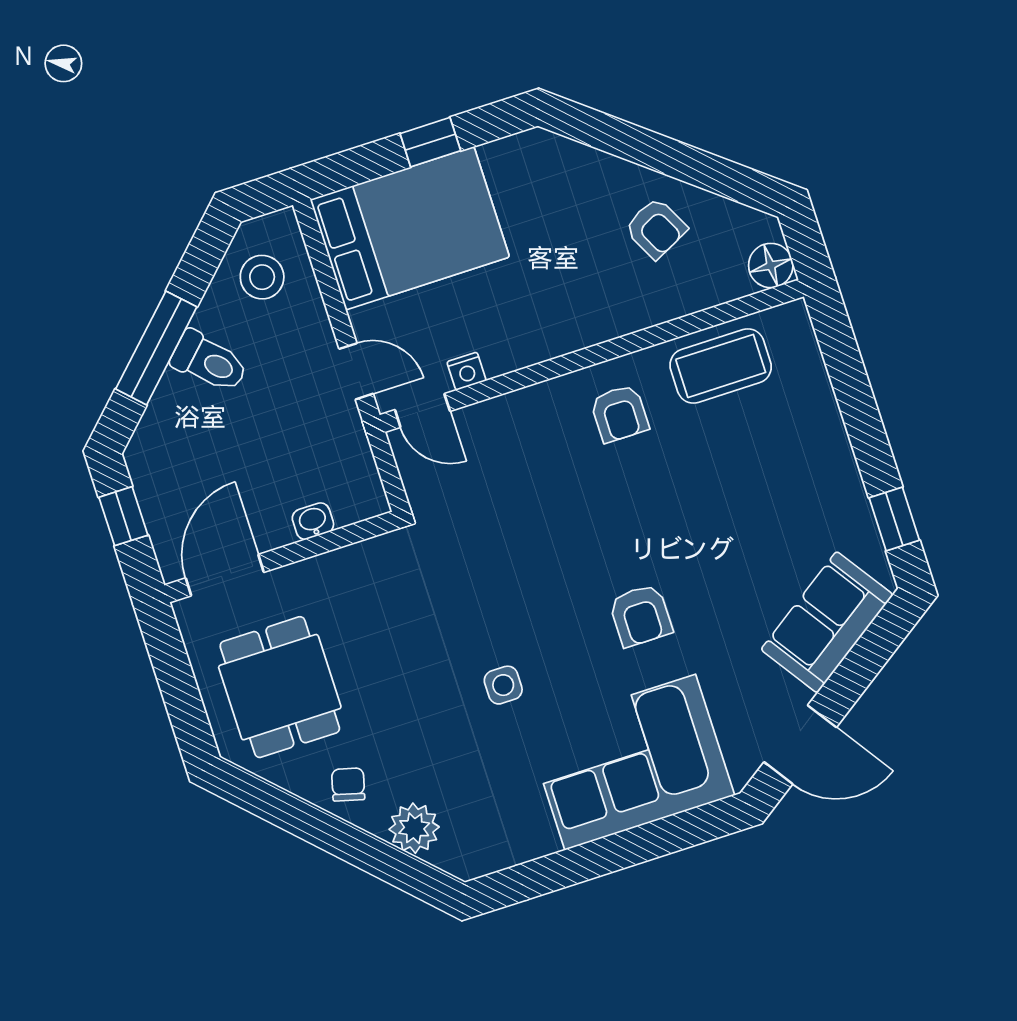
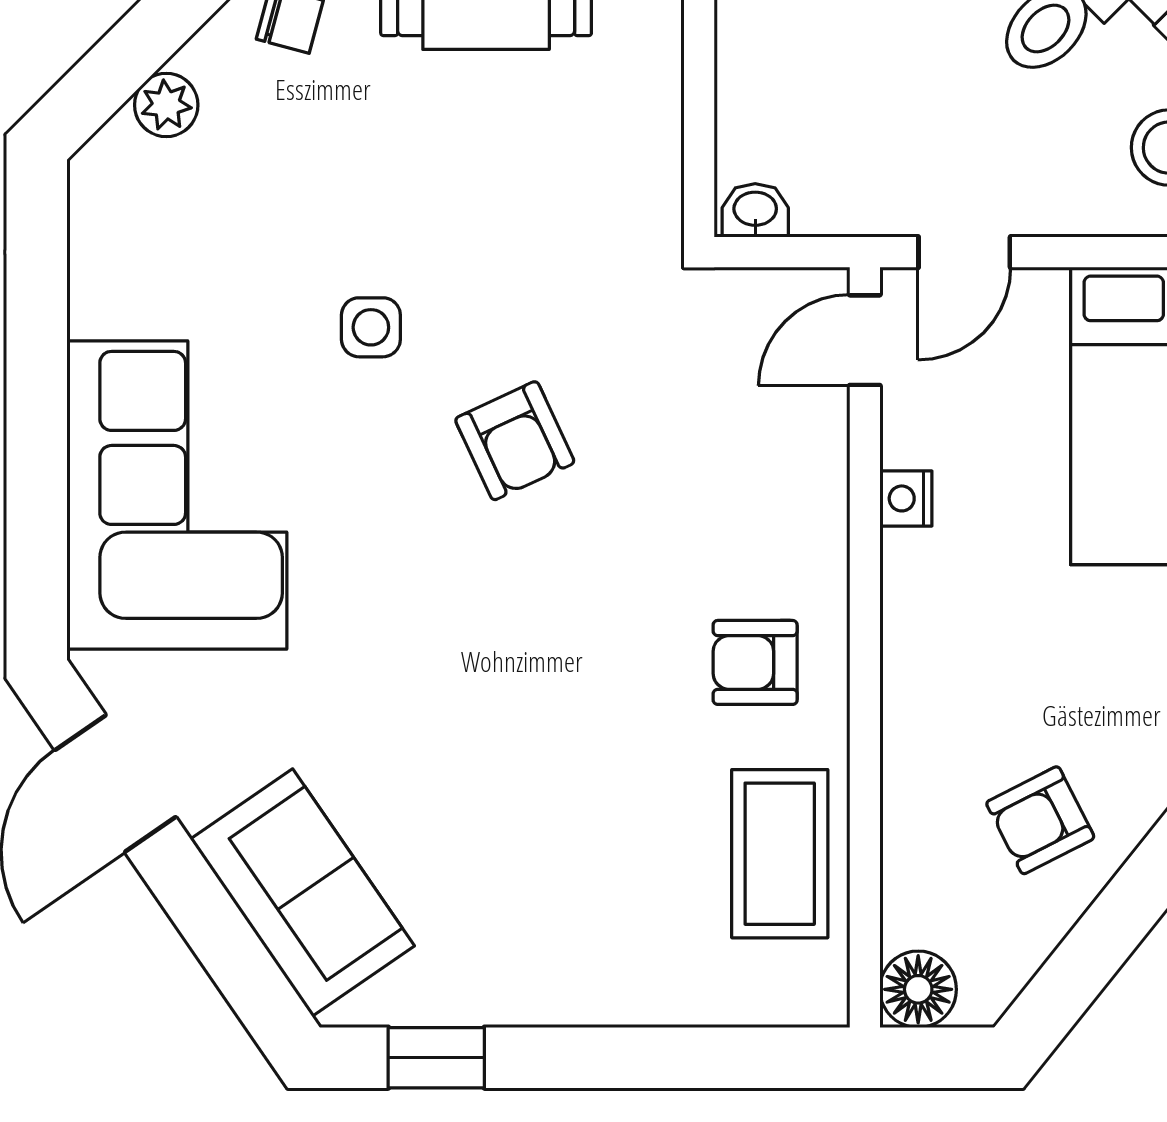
nightstand: (467, 371) -> (906, 498), moved
washbasin: (313, 521) -> (755, 210), moved, turned -90
armchair: (641, 615) -> (515, 441), moved, turned -115
plant: (414, 828) -> (166, 105), width x0.73, depth x0.73

